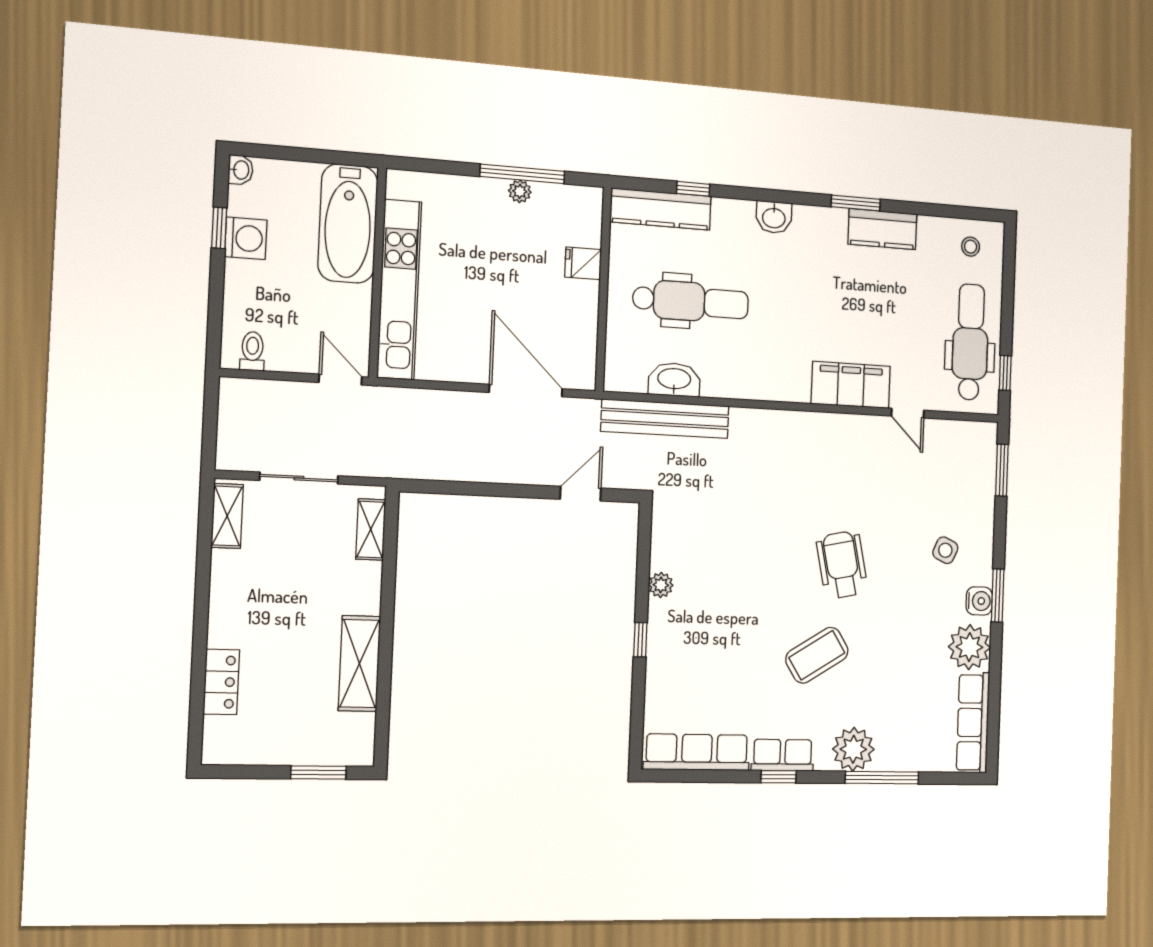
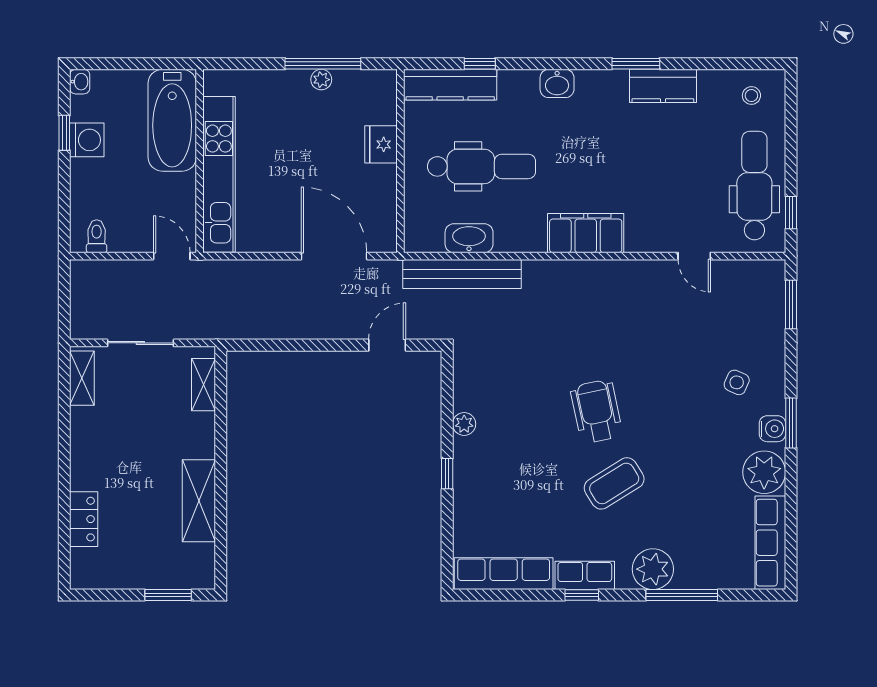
fridge: (583, 263) -> (381, 144), width x1.38
filing cabinet: (851, 385) -> (586, 233), moved
wheelchair: (842, 565) -> (596, 411), moved

